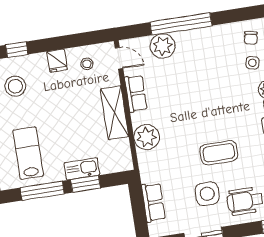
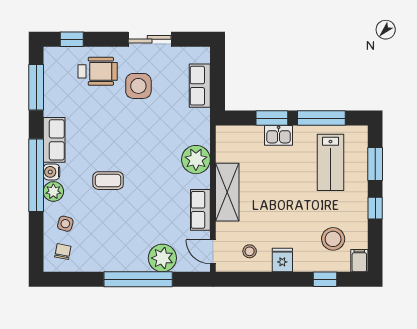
coffee table: (219, 153) -> (108, 181), moved, width x0.73, depth x0.77
kitchen sink: (82, 169) -> (279, 135), width x0.73

